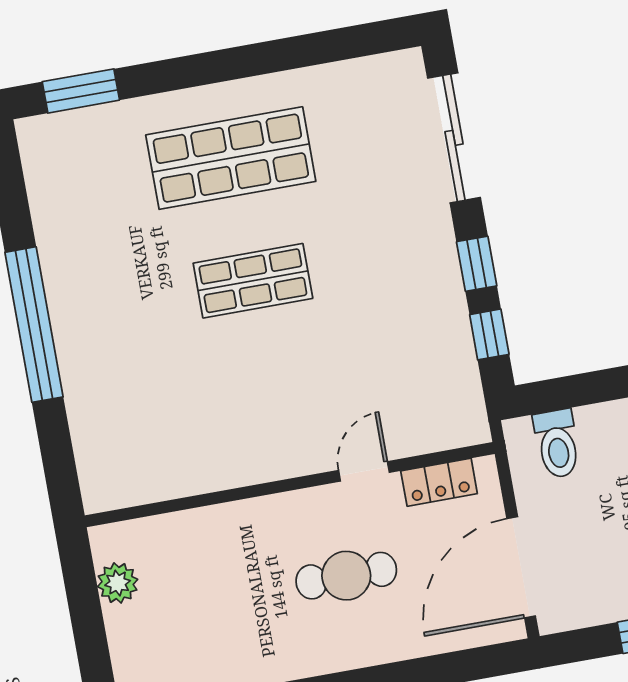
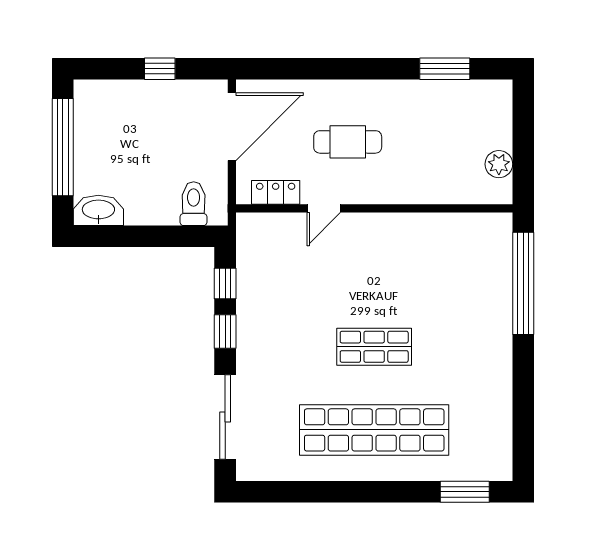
shop shelf: (231, 158) -> (374, 430), width x1.40
window: (34, 325) -> (523, 283), moved

